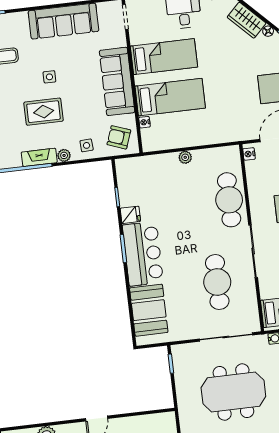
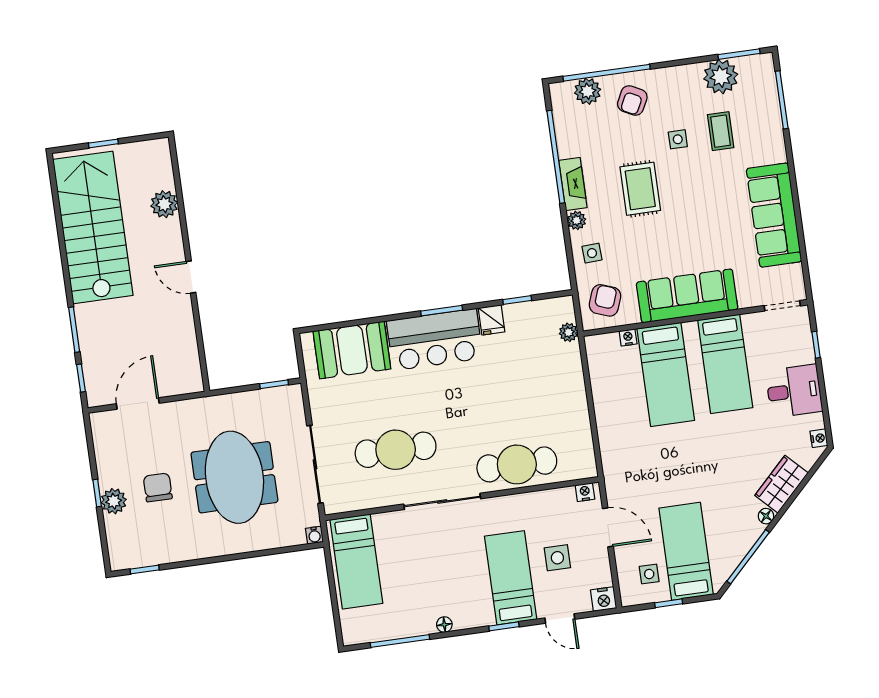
side table: (49, 77) -> (678, 139), moved
plant: (185, 157) -> (569, 332), moved

